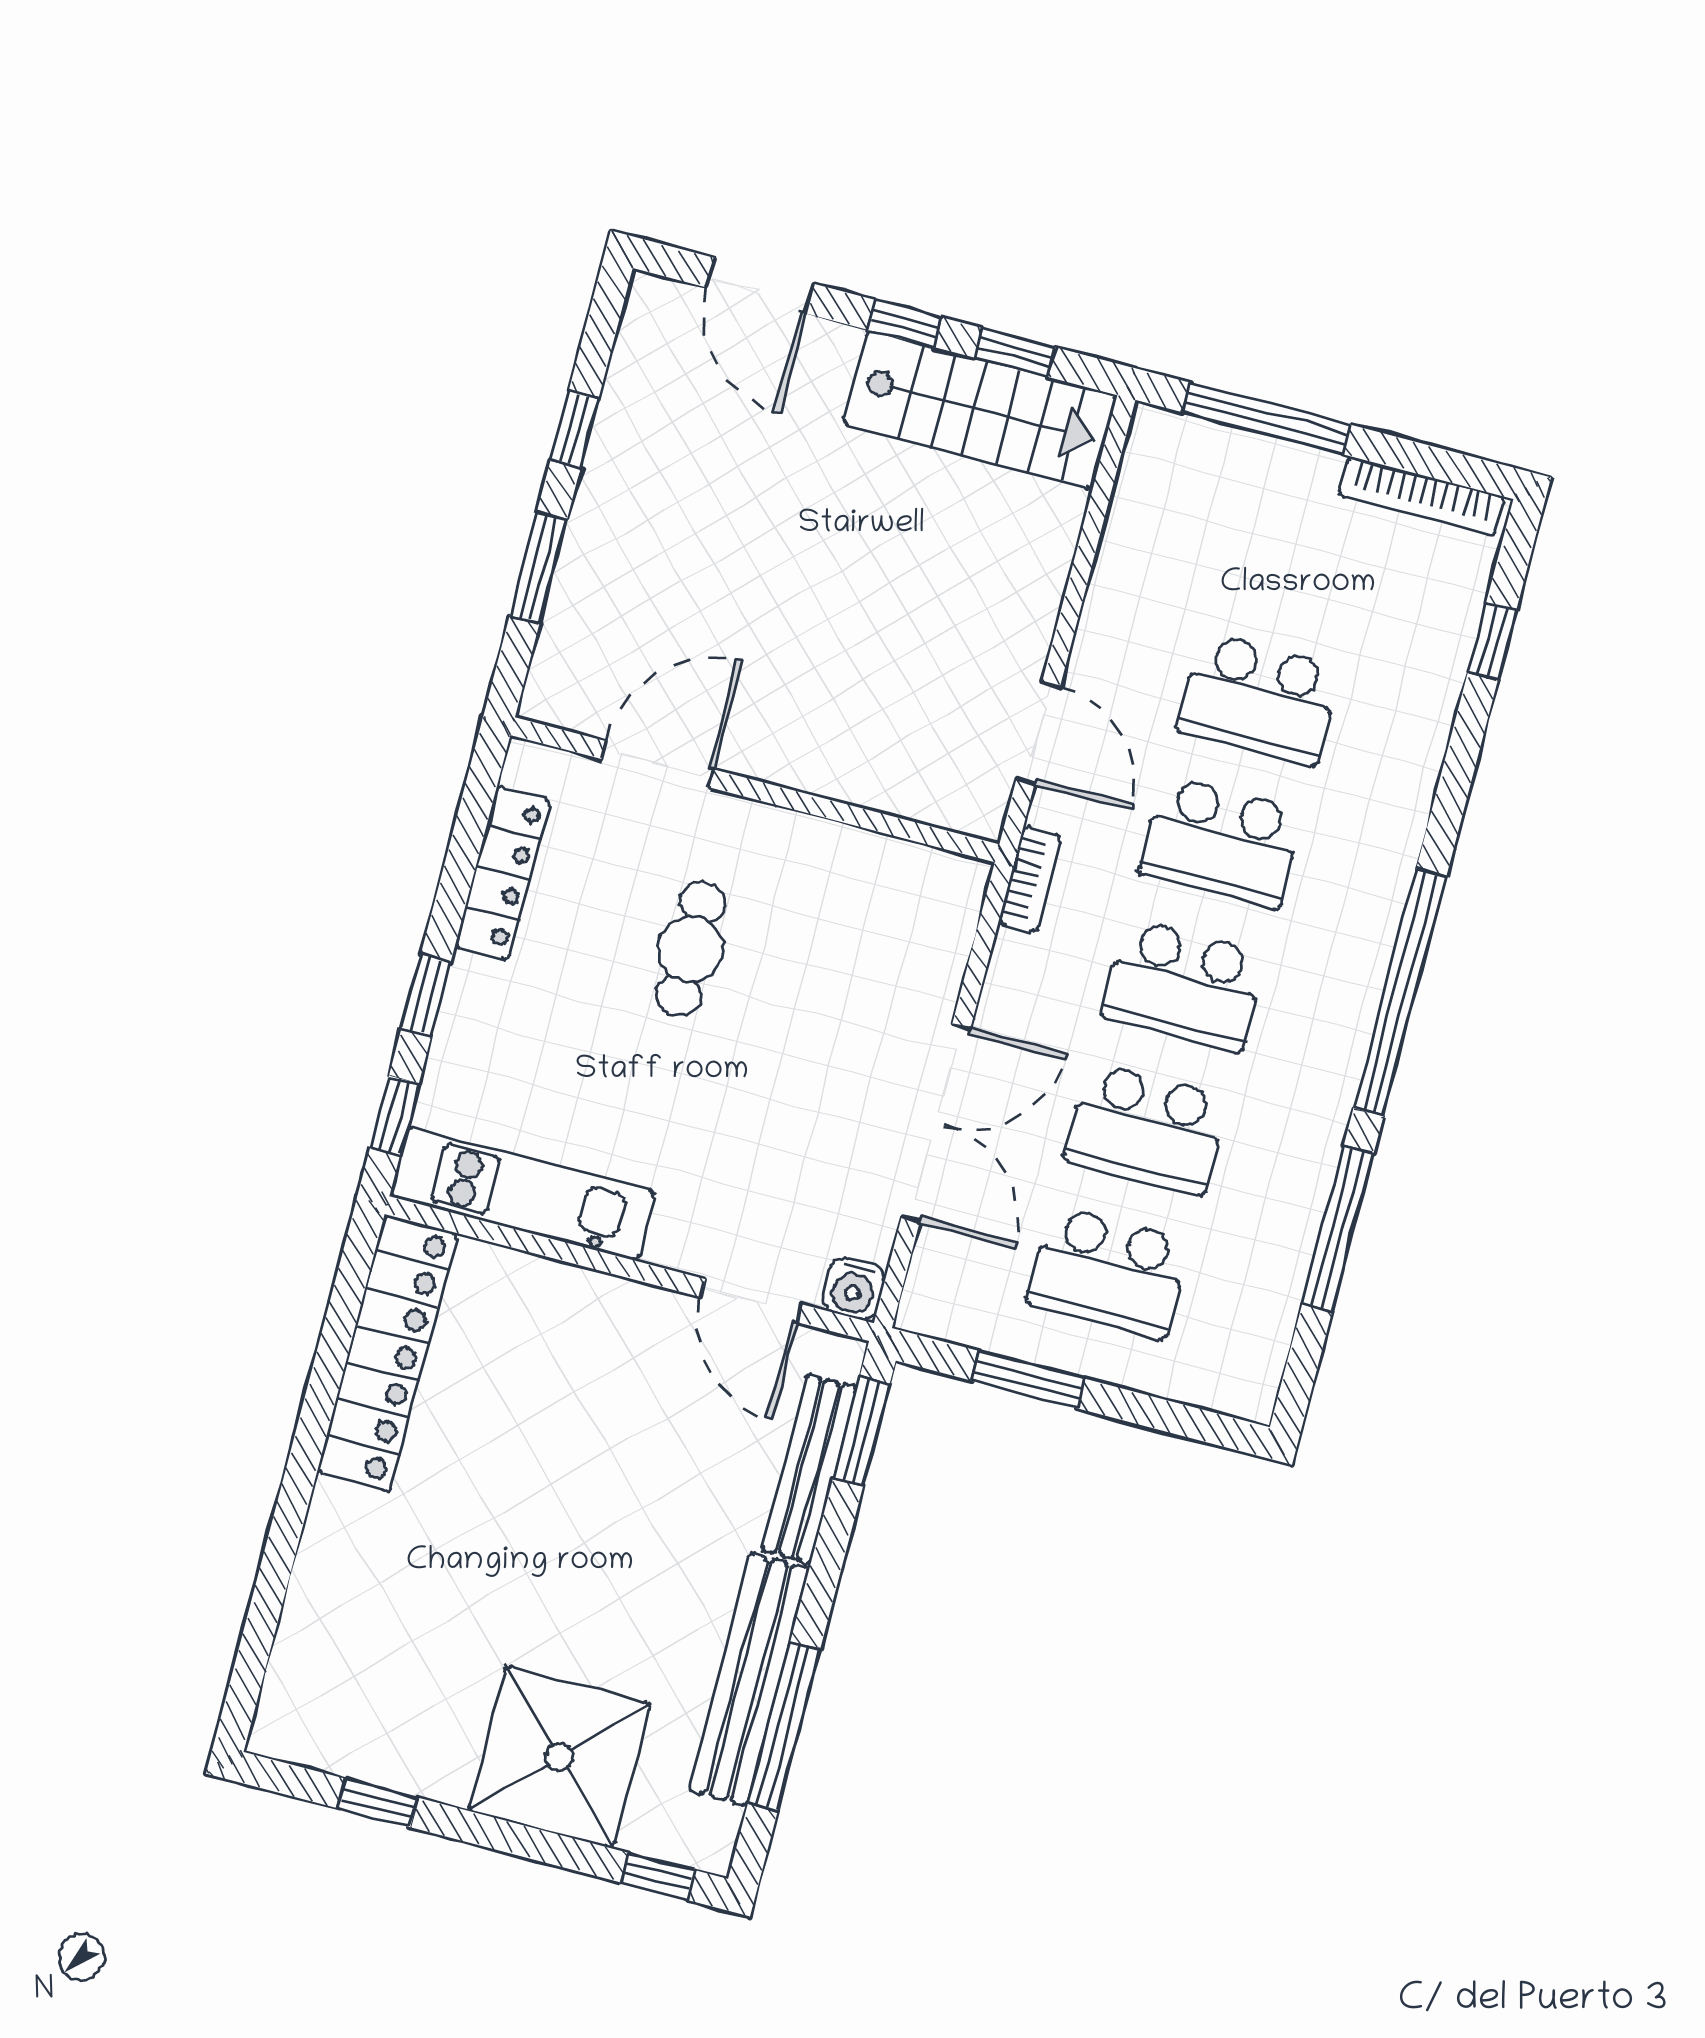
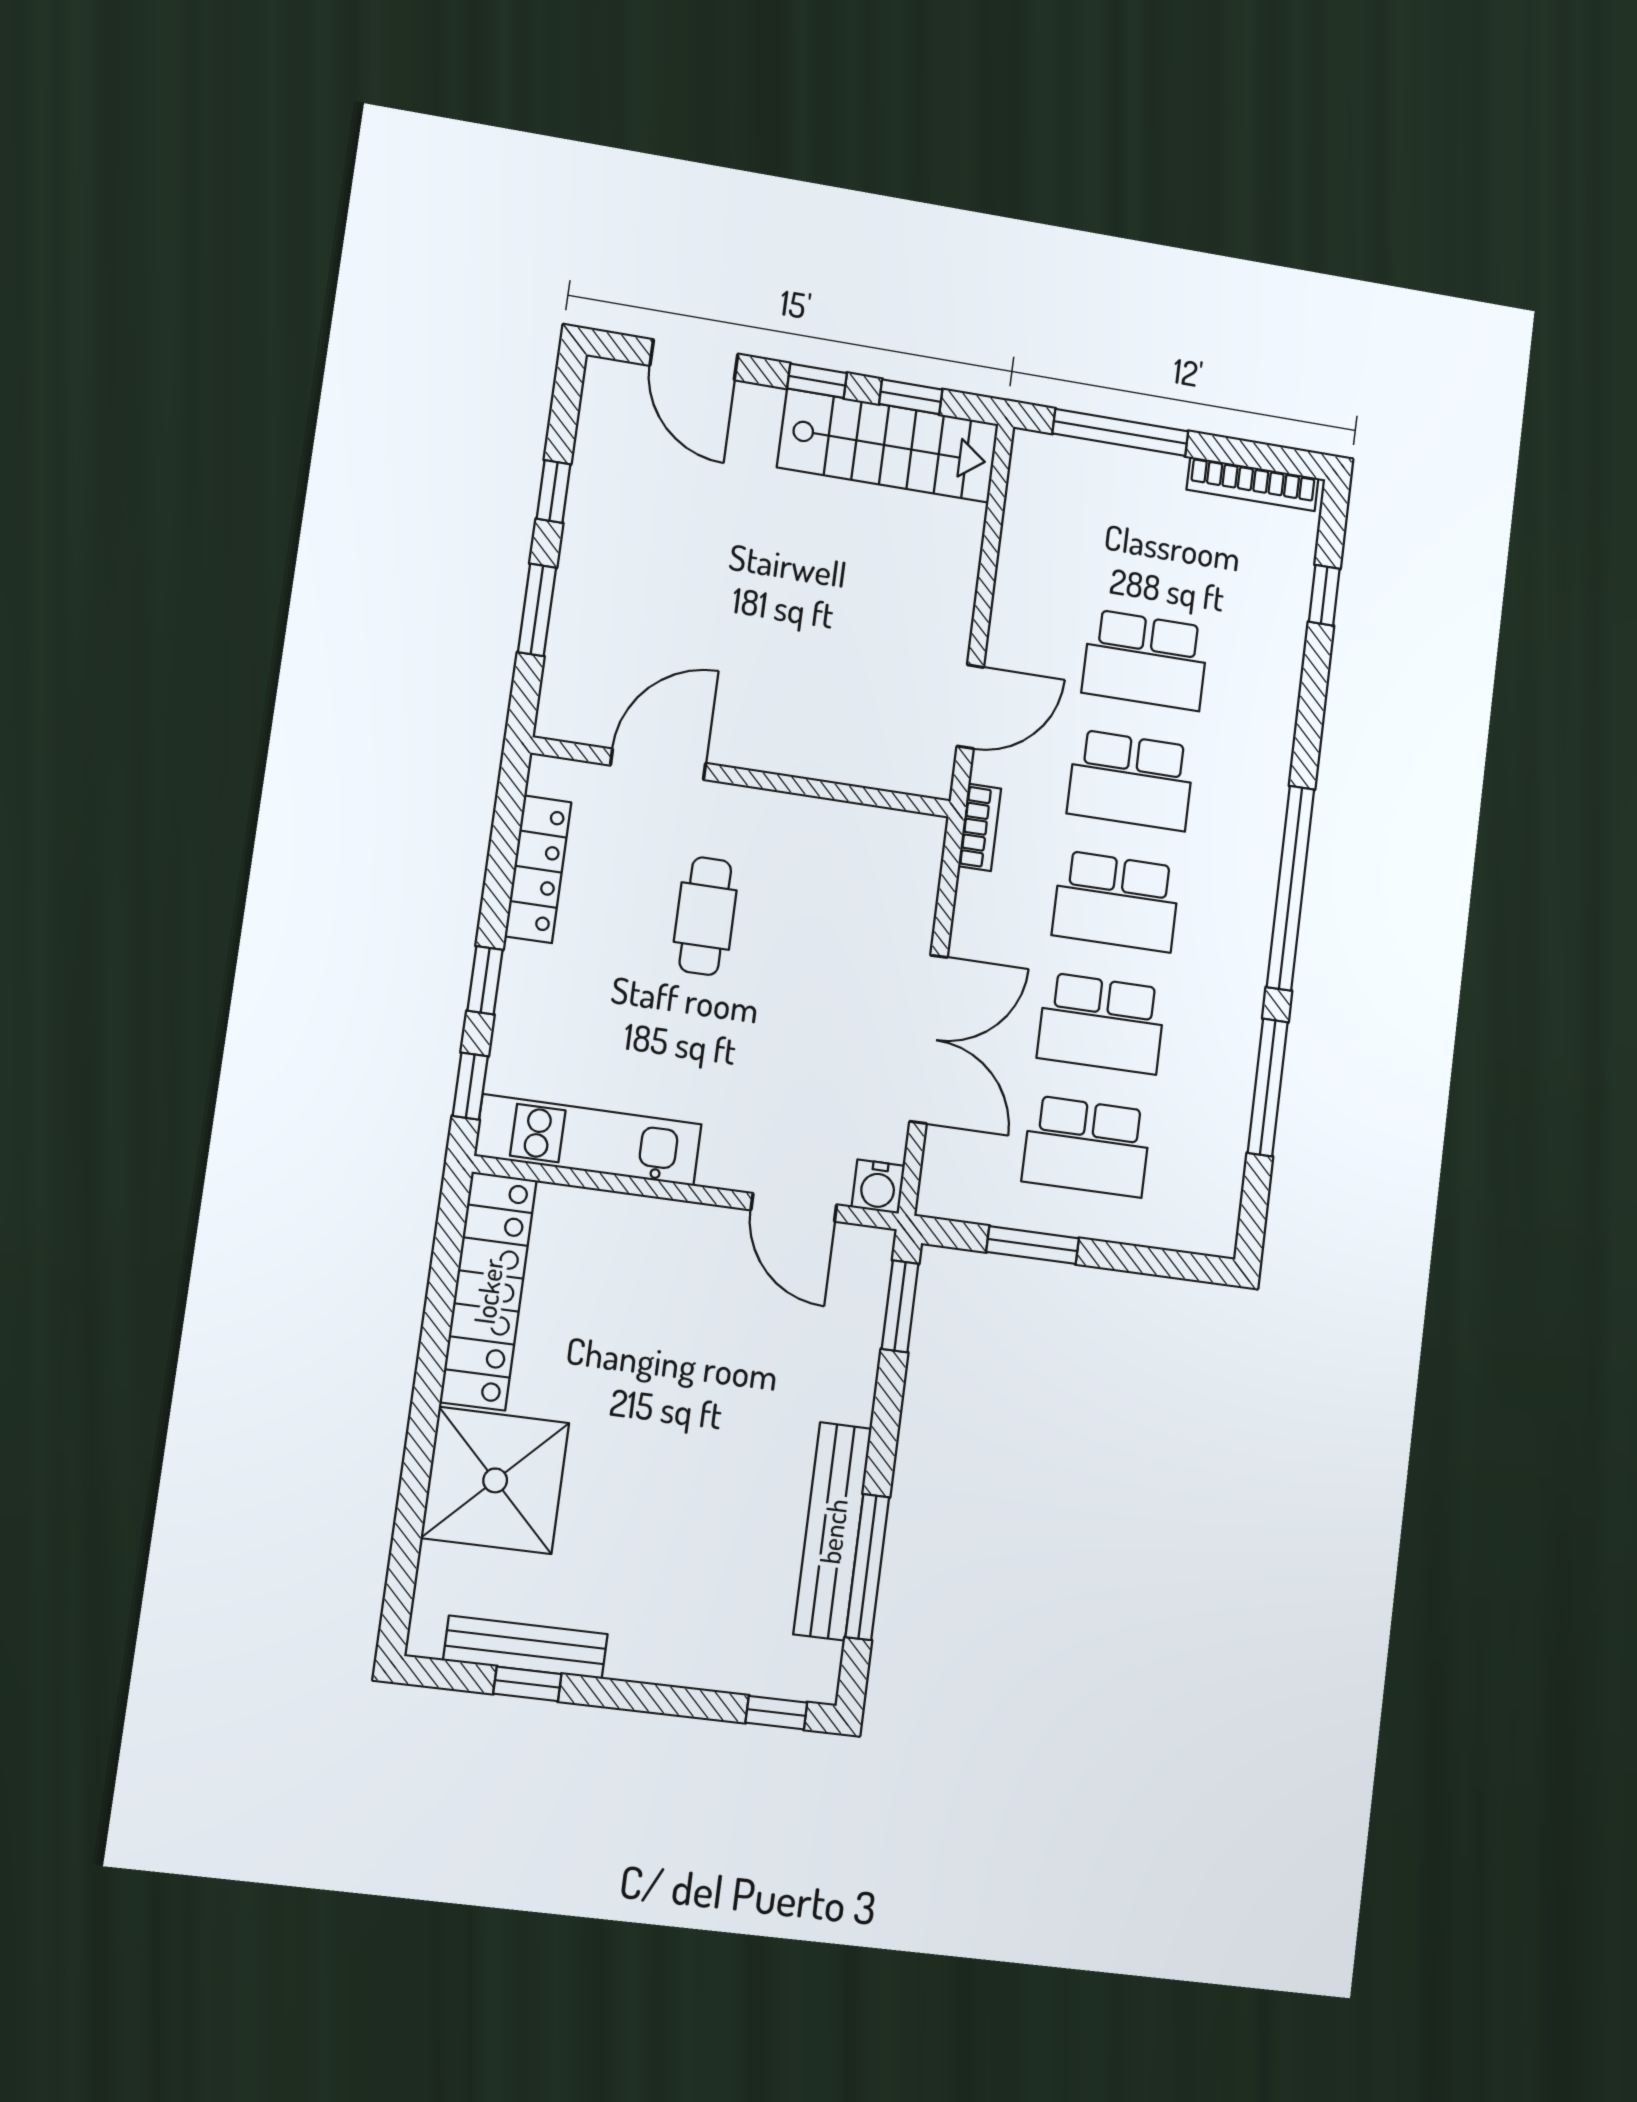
door: (1038, 734) -> (970, 707), hinge flipped
bench: (809, 1469) -> (525, 1647), moved, turned 90
shower: (559, 1757) -> (495, 1480), moved

